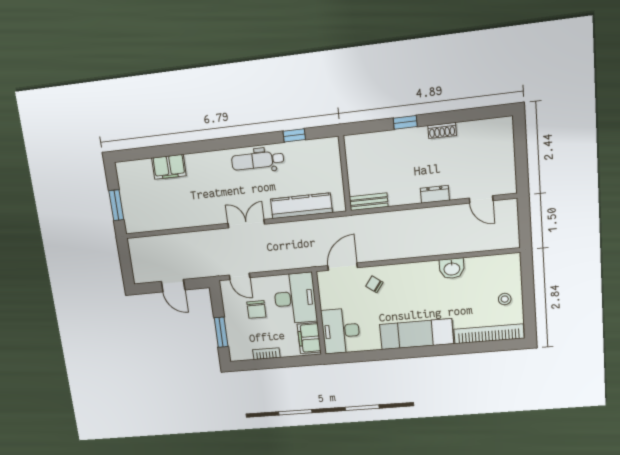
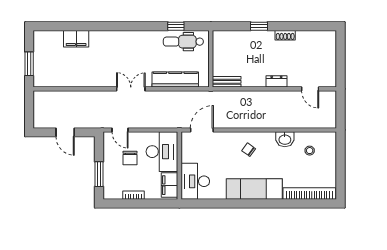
dental chair: (258, 160) -> (183, 42), moved
chair: (374, 284) -> (249, 150), moved
stool: (505, 299) -> (310, 151), moved

